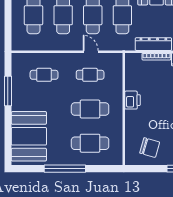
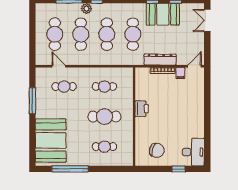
door: (91, 52) -> (59, 66), moved
cafe table: (90, 143) -> (104, 147), width x0.73, depth x0.74
window: (65, 169) -> (70, 169), moved

